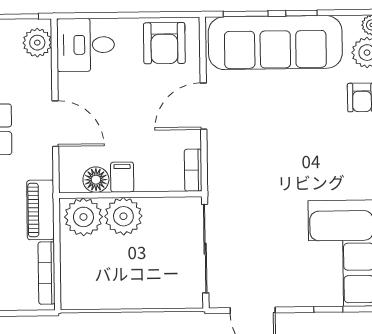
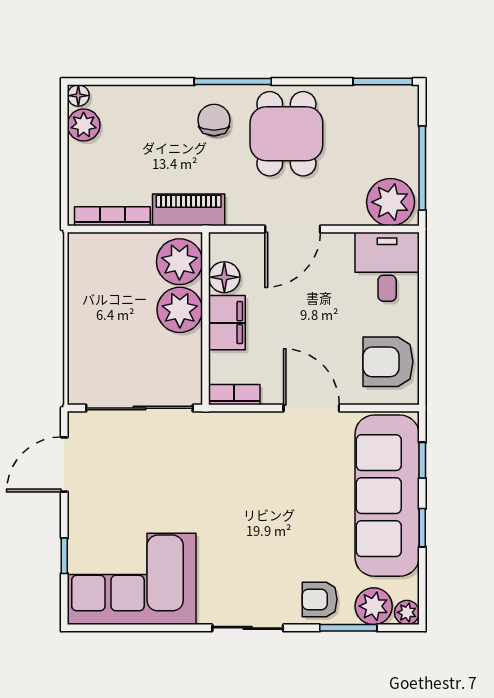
window: (246, 14) -> (422, 460), width x0.67
plant: (37, 43) -> (391, 202), width x1.36, depth x1.36
filing cabinet: (122, 177) -> (227, 323), width x2.00

